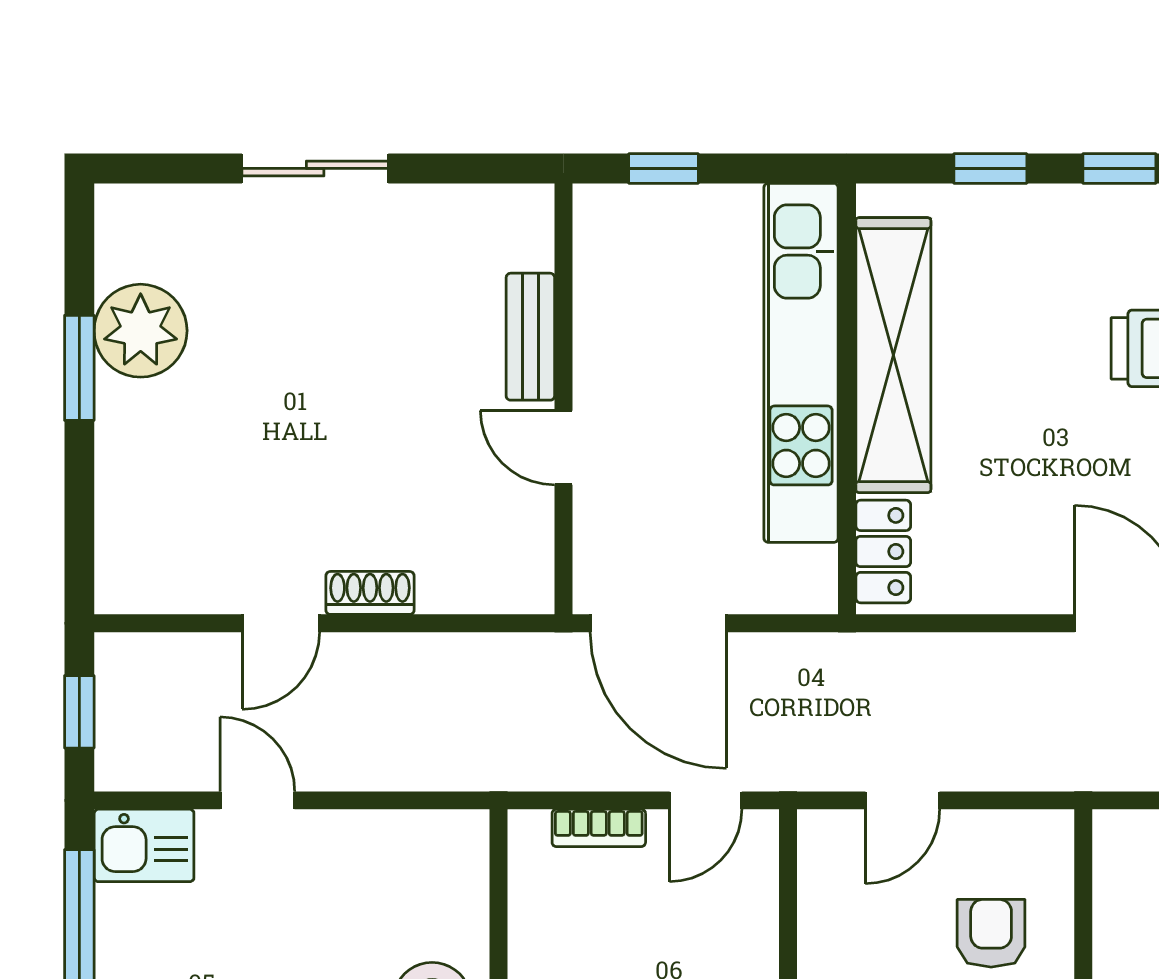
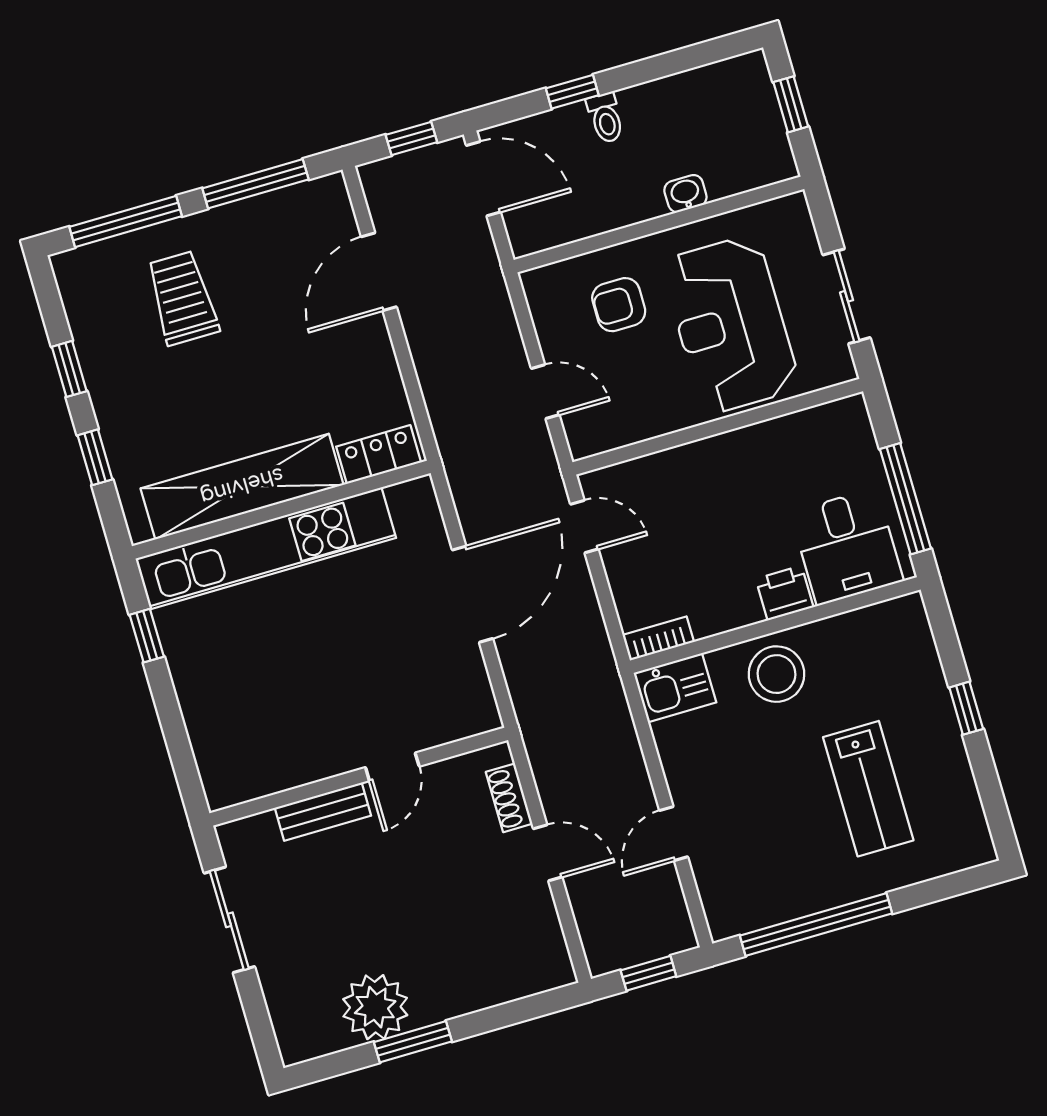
window: (663, 168) -> (147, 636), moved
bench: (530, 337) -> (323, 812), moved
wall: (564, 399) -> (359, 777), moved
door: (564, 448) -> (392, 767), moved
bookcase: (599, 828) -> (658, 638), moved, turned -90
kitchen sink: (144, 845) -> (675, 688), moved, turned 90

